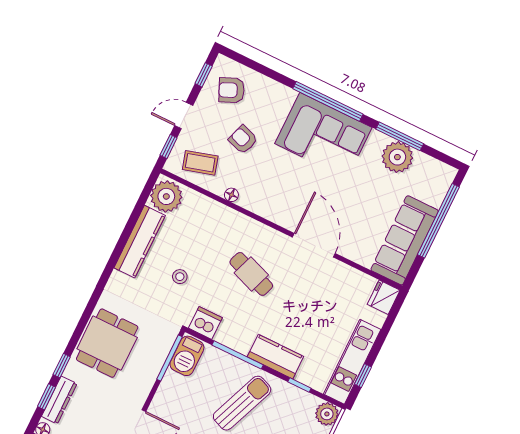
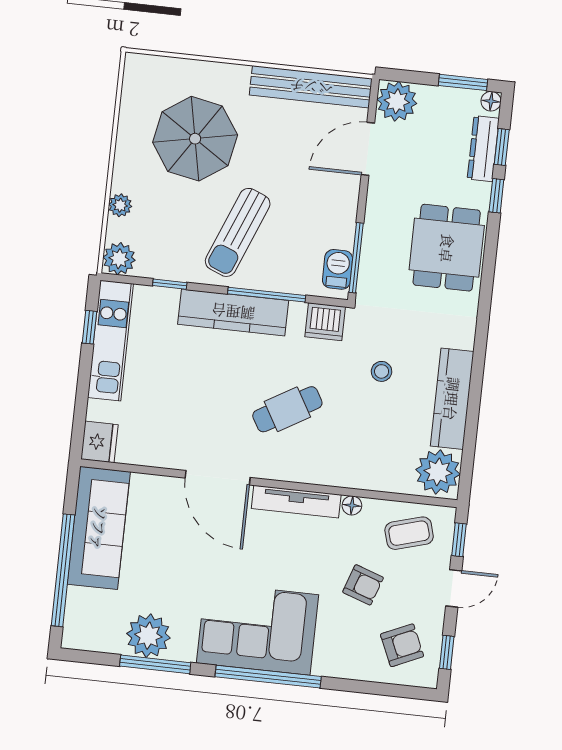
tv unit: (267, 211) -> (296, 502), added
cafe table: (251, 274) -> (287, 409), turned -50
barbecue: (187, 356) -> (338, 269), width x0.73, depth x0.79
kitchen counter: (275, 357) -> (233, 312), width x1.50

